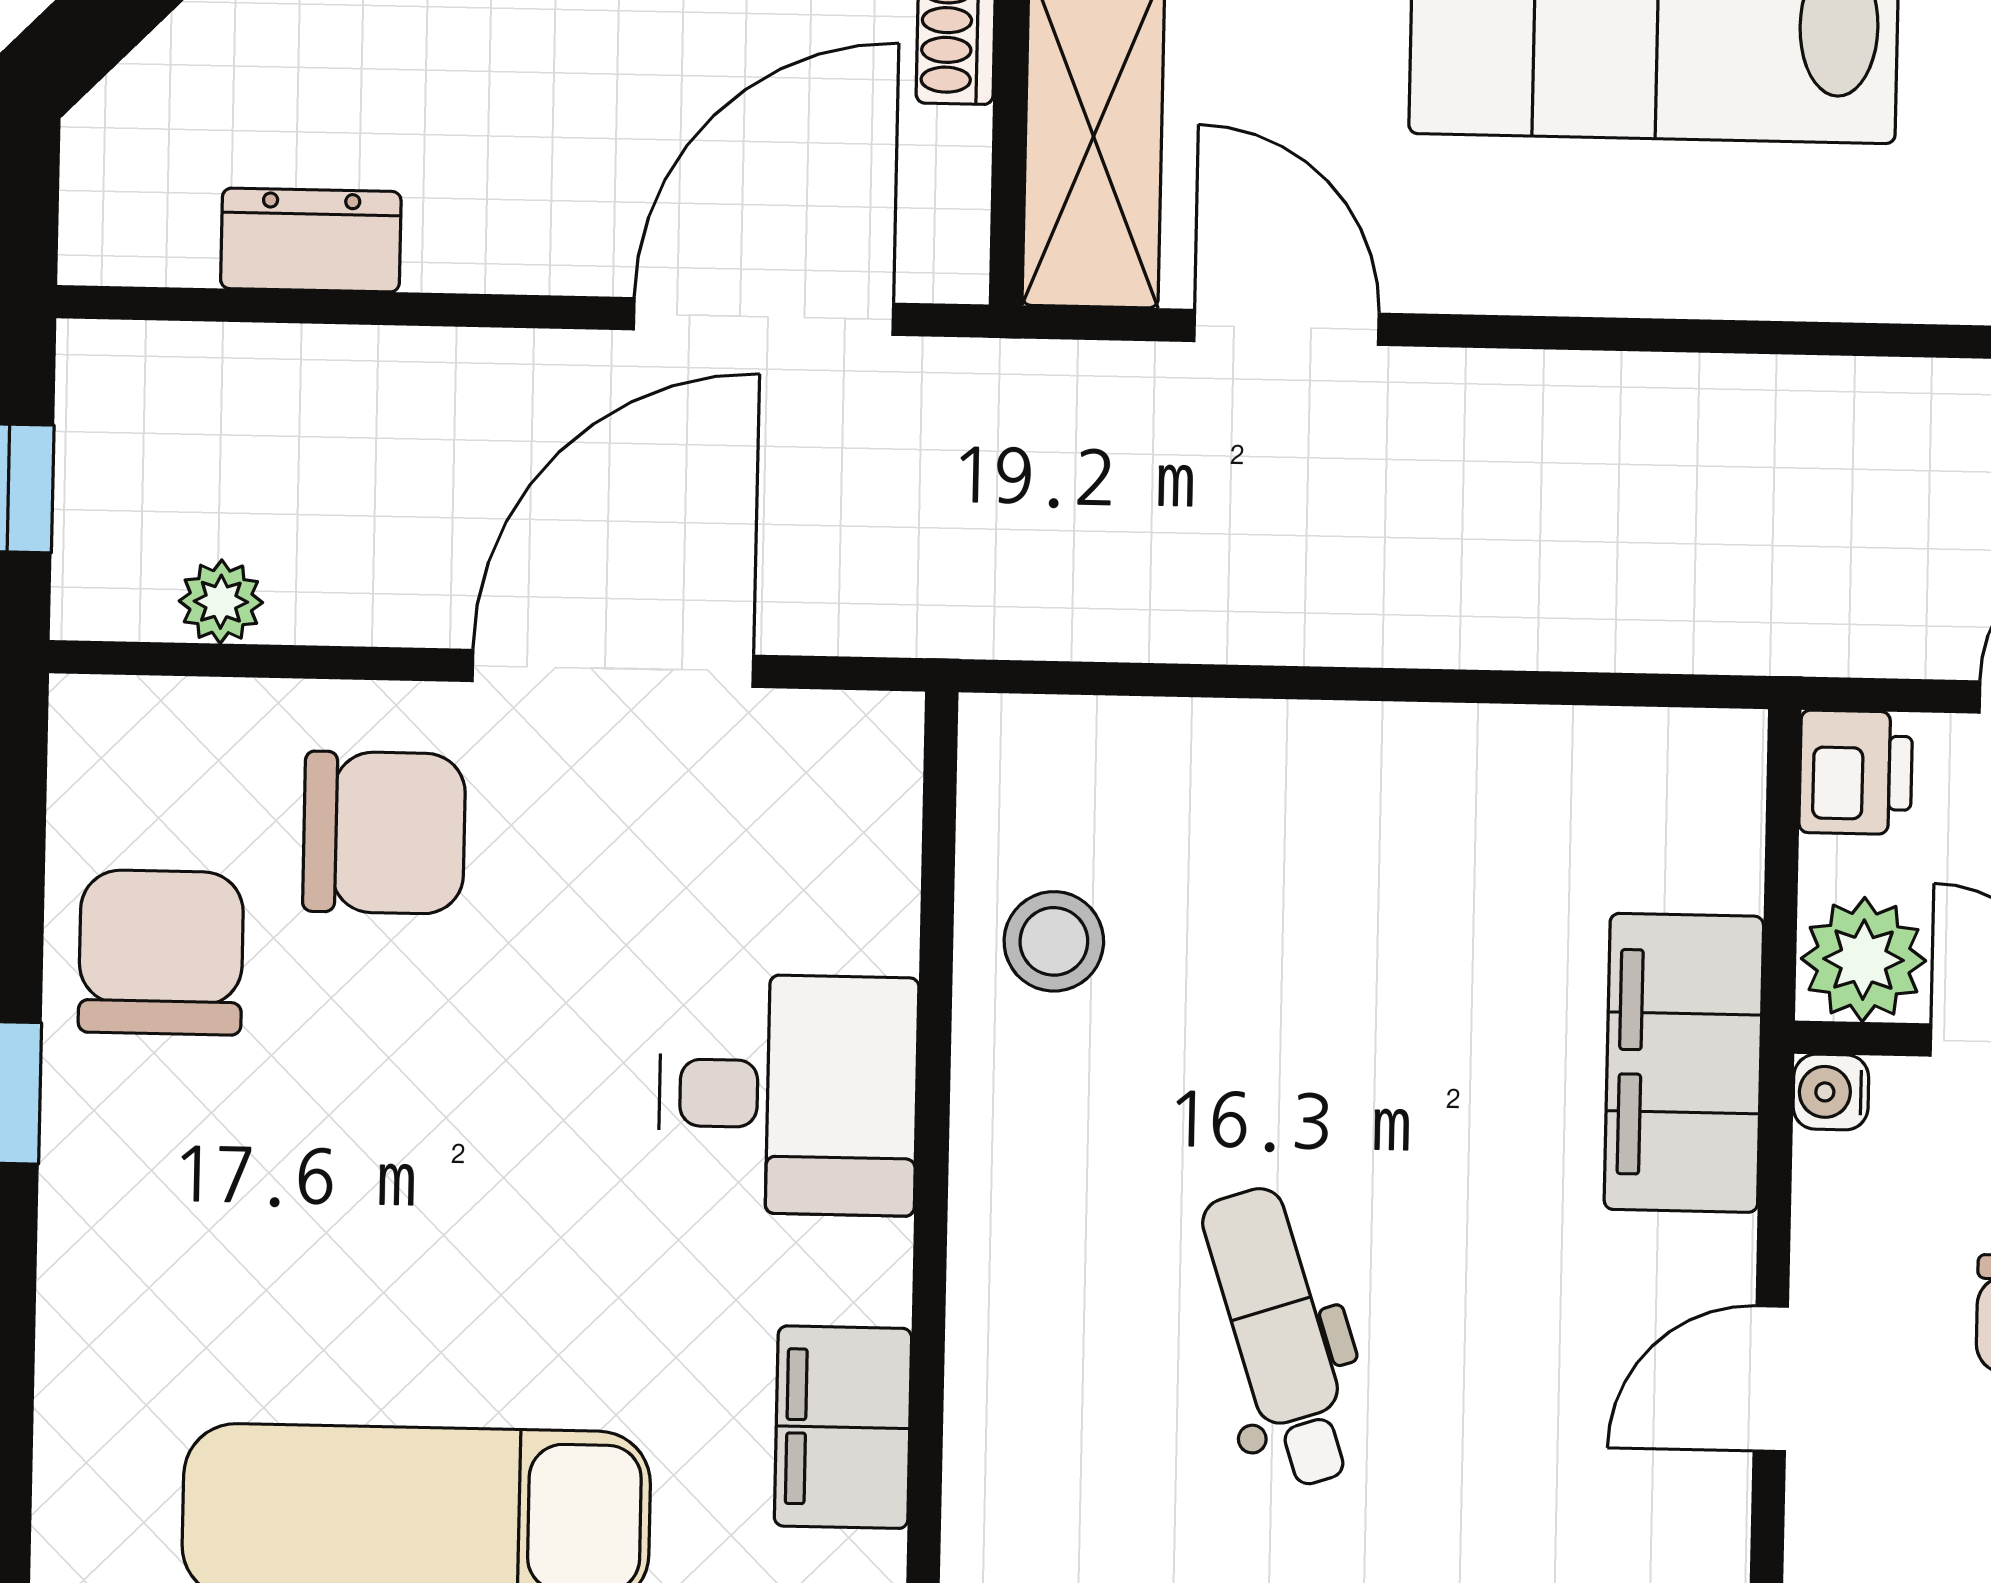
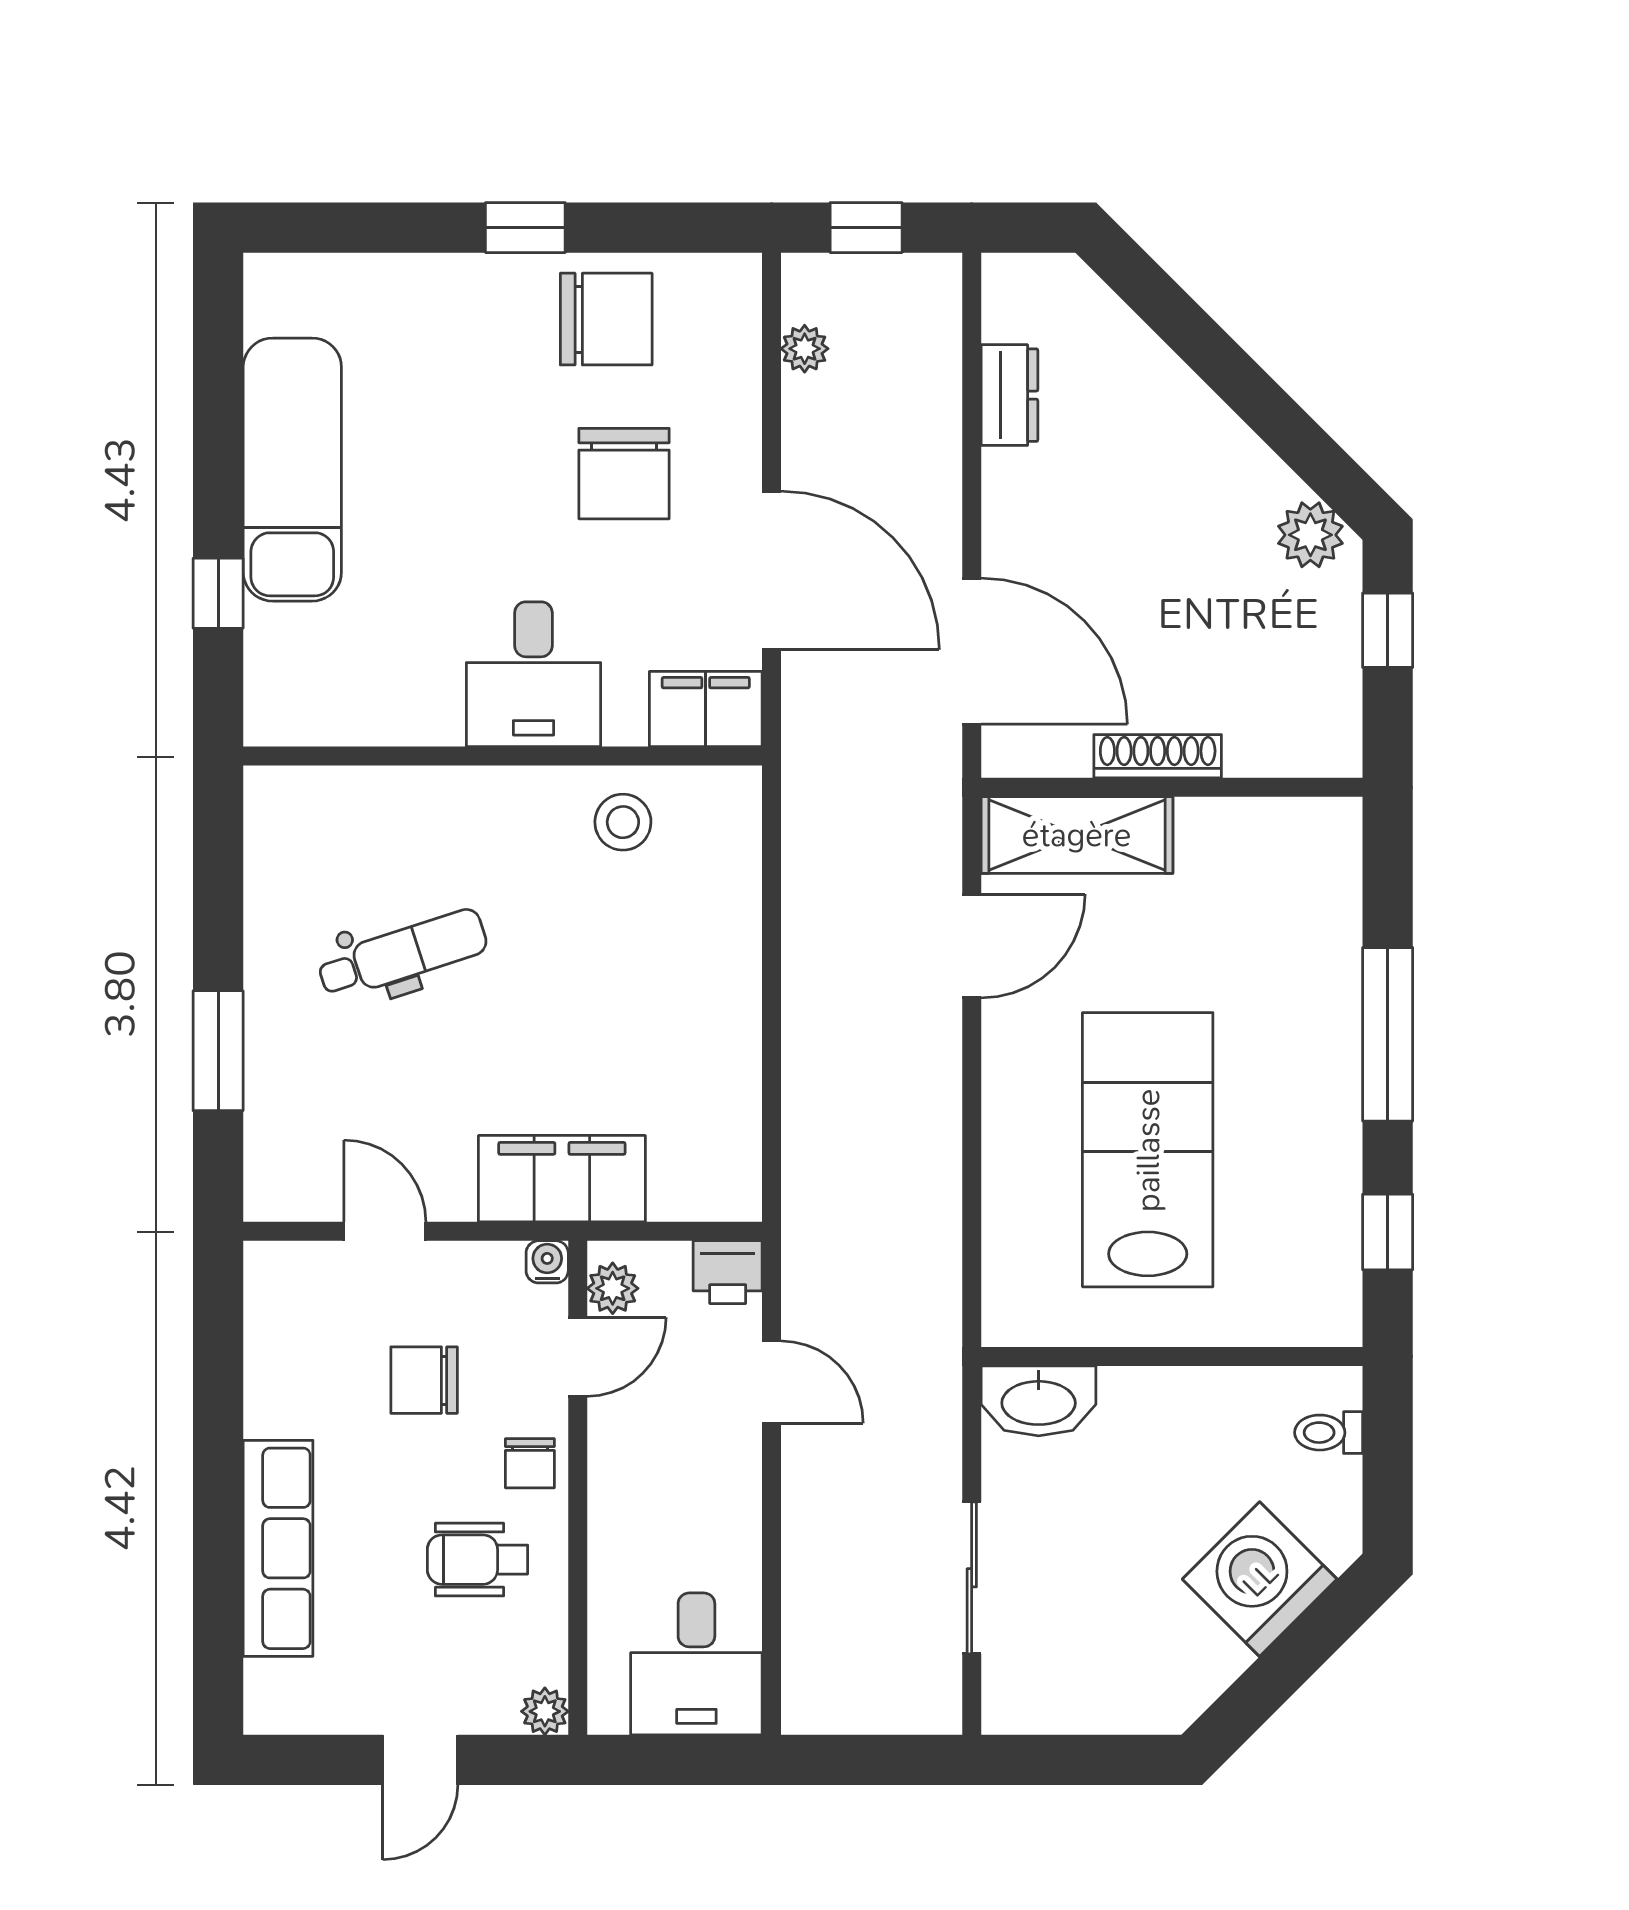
chair: (384, 833) -> (624, 474), moved
plant: (1864, 960) -> (613, 1288), width x0.73, depth x0.73
filing cabinet: (843, 1427) -> (706, 709), moved

